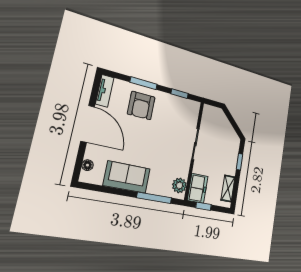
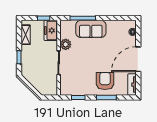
door: (88, 124) -> (138, 59), hinge flipped
sofa: (127, 177) -> (91, 29), moved
plant: (179, 185) -> (66, 44), moved

